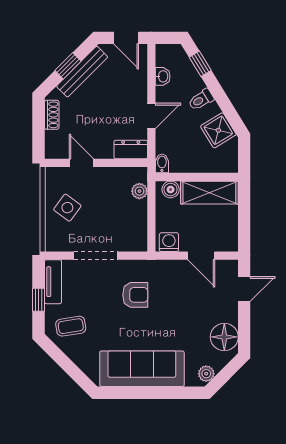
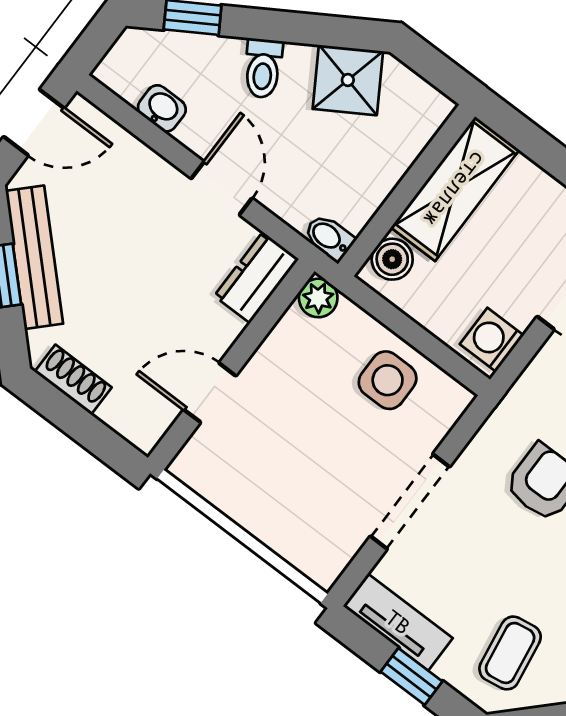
plant: (139, 191) -> (318, 298), moved
side table: (67, 208) -> (388, 380), moved, turned -37

